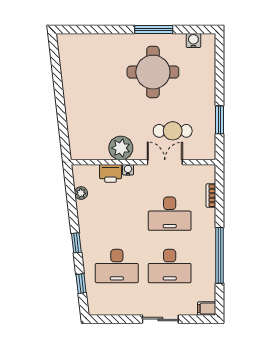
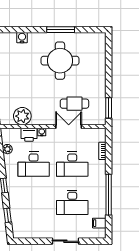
water cooler: (193, 40) -> (22, 38), moved
window: (219, 120) -> (109, 108), moved
plant: (121, 148) -> (22, 116), moved
desk: (117, 266) -> (34, 164), moved
filing cabinet: (207, 308) -> (99, 223), moved

